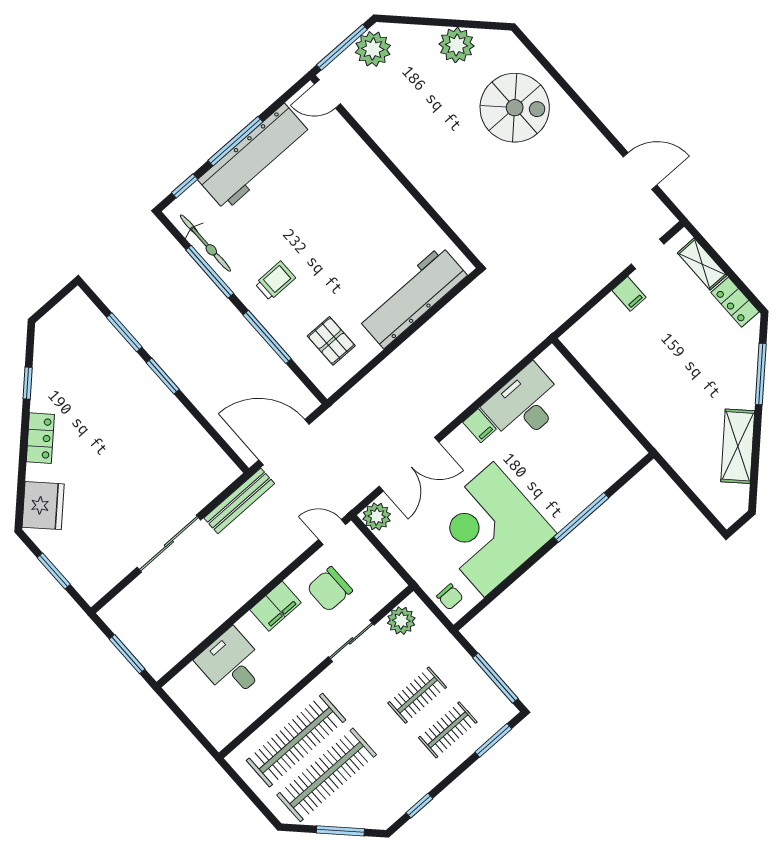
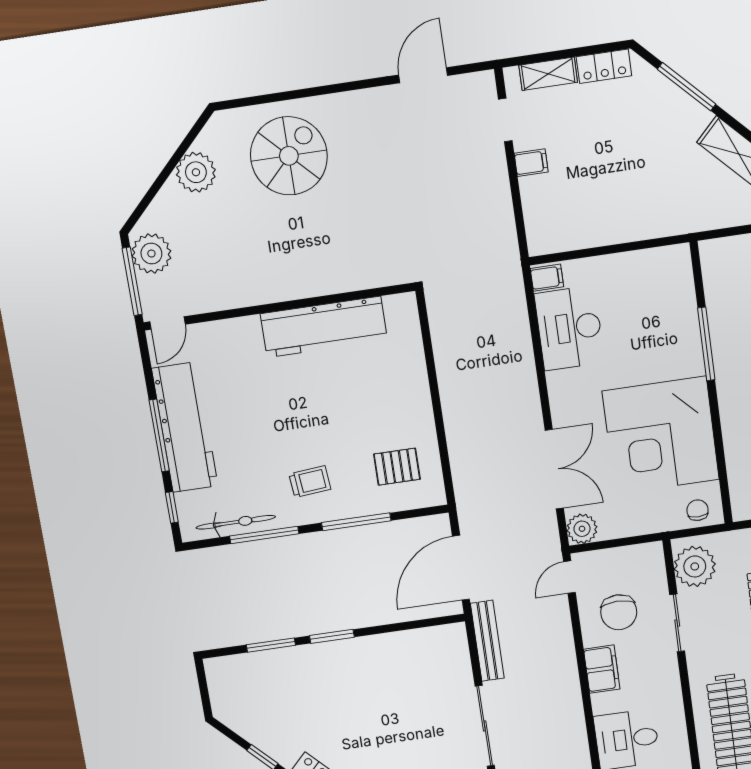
trolley: (275, 281) -> (310, 482), turned 85
workbench: (412, 297) -> (324, 327), moved, turned -90
filing cabinet: (479, 426) -> (547, 278), moved
chair: (450, 597) -> (698, 510), turned -90
plant: (401, 621) -> (695, 566), width x1.36, depth x1.36

